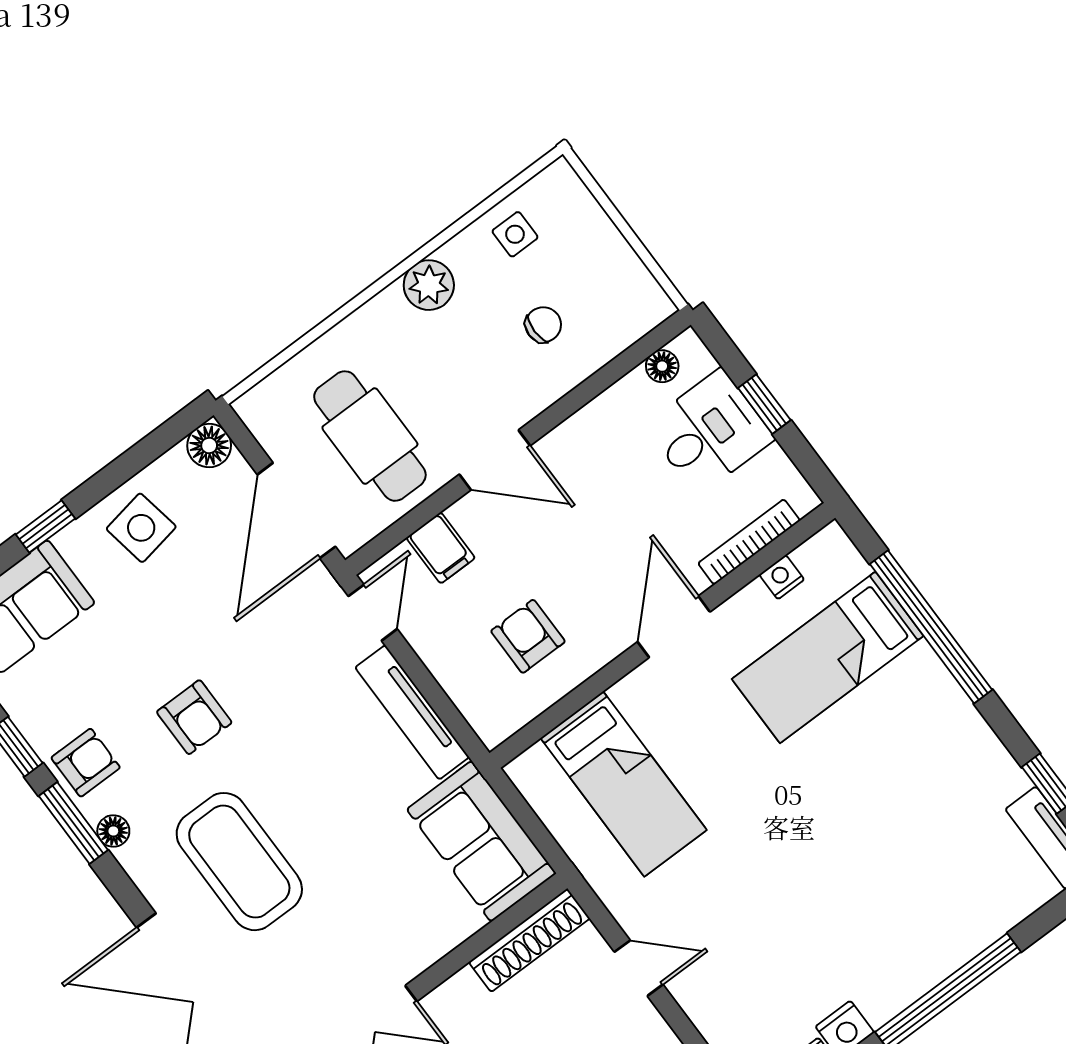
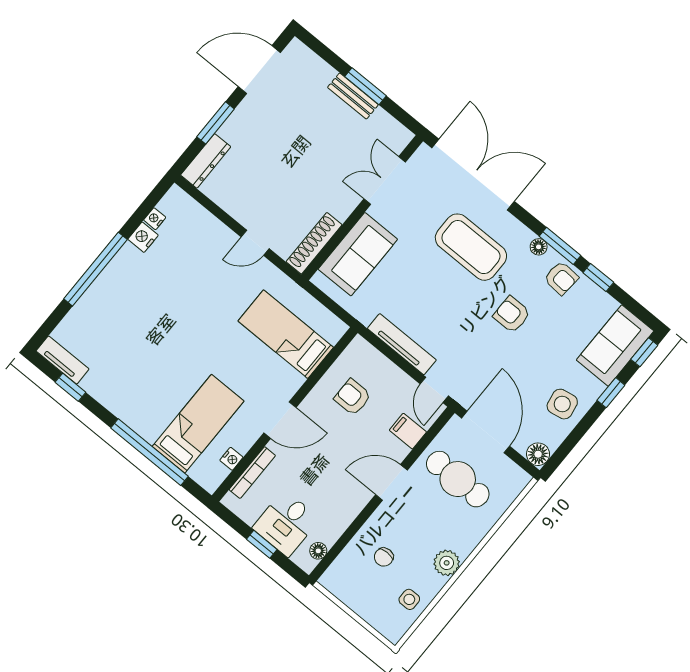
door: (674, 627) -> (280, 420), hinge flipped
armchair: (528, 636) -> (353, 397), turned 180
armchair: (86, 763) -> (561, 278), turned -86
sofa: (481, 841) -> (358, 254), moved, turned 90

